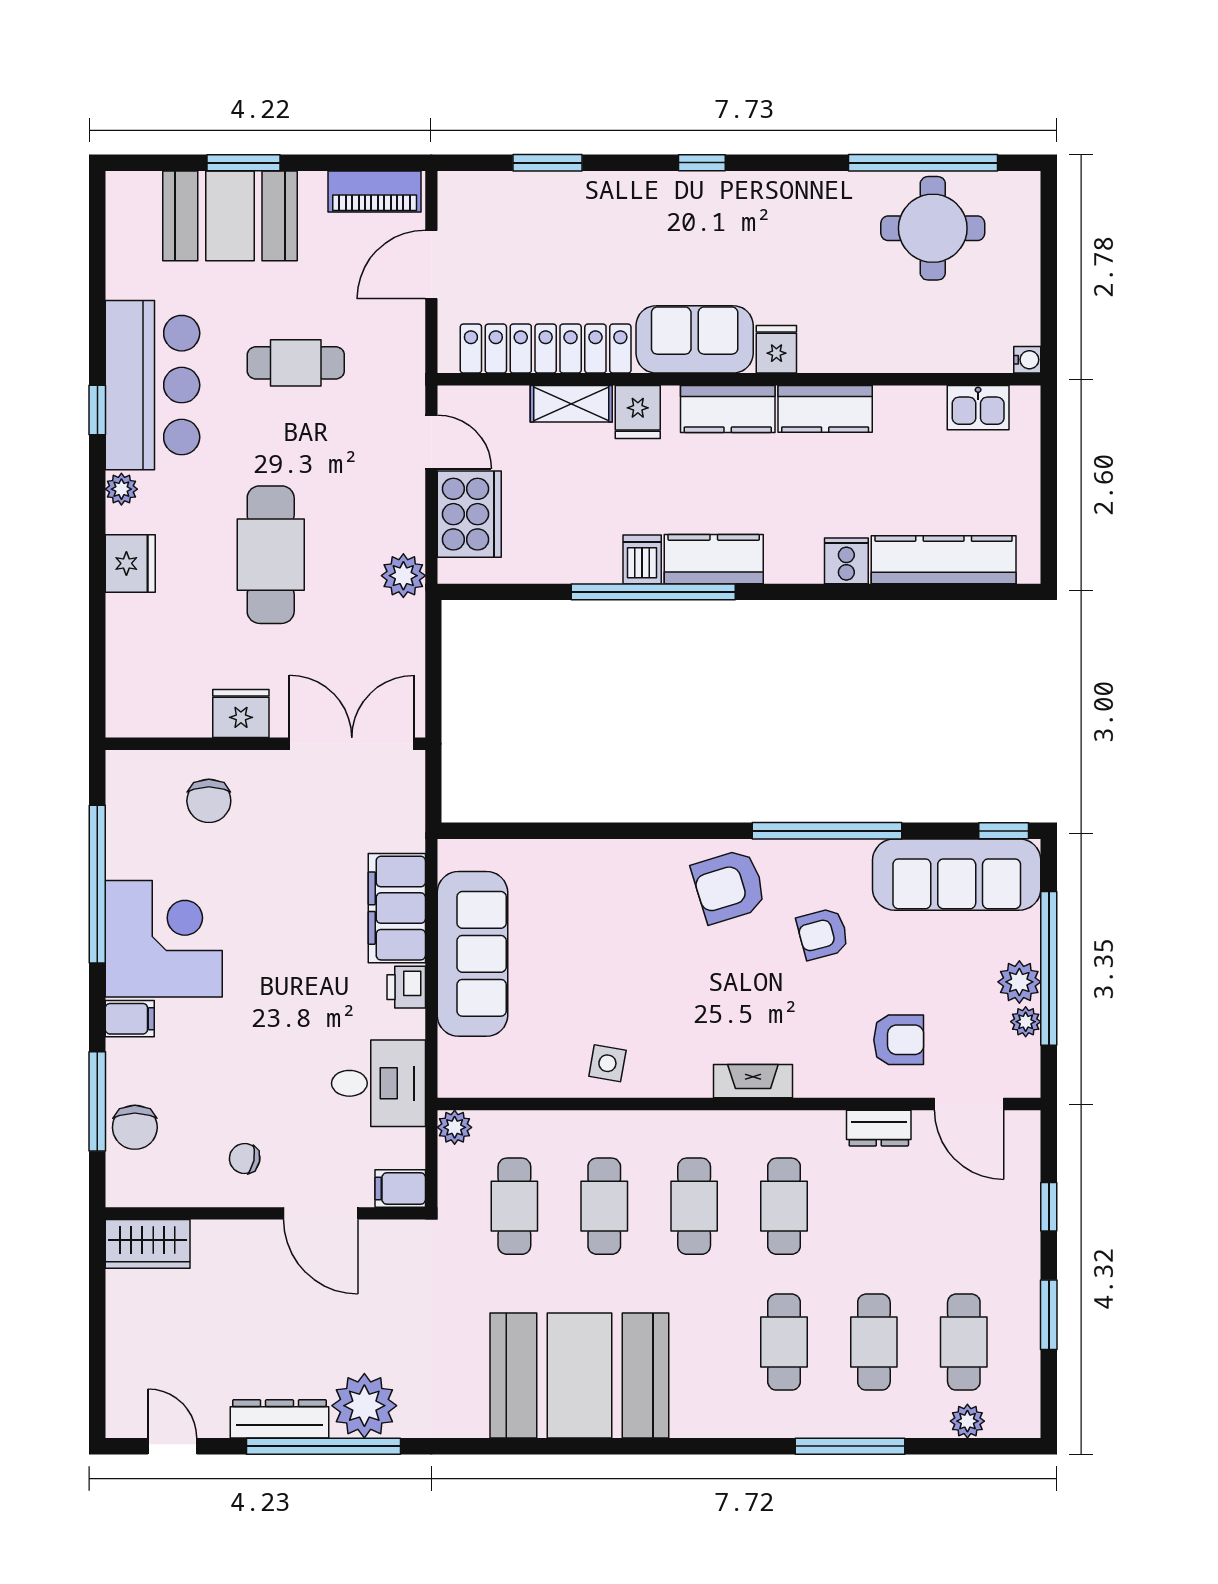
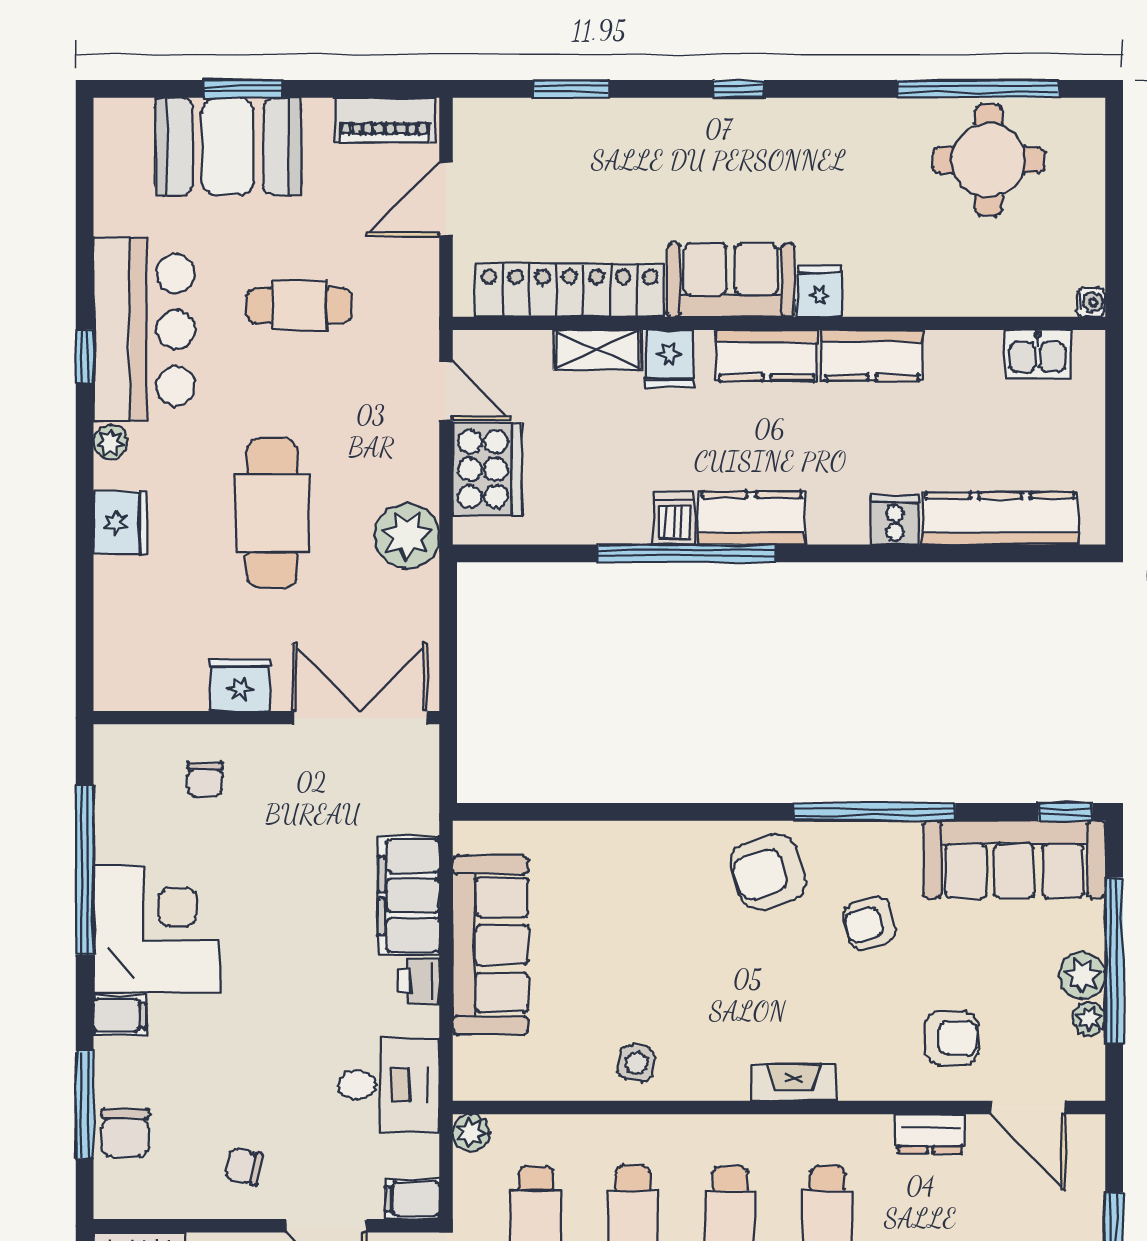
plant: (403, 576) -> (407, 536), width x1.36, depth x1.36
chair: (209, 801) -> (205, 779), width x0.73, depth x0.73

